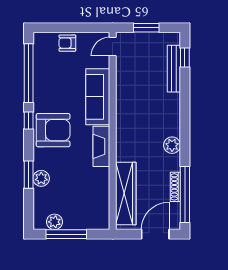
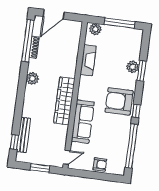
fireplace: (101, 146) -> (88, 60), moved
wardrobe: (126, 194) -> (64, 101), moved
plant: (54, 222) -> (95, 29), moved

